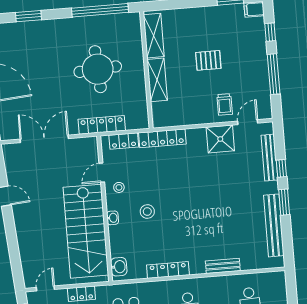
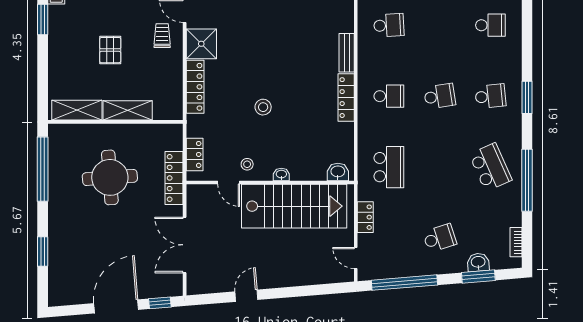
trolley: (225, 104) -> (162, 36), turned -90
locker: (162, 138) -> (195, 87), moved
stool: (147, 212) -> (263, 107), moved
locker: (168, 270) -> (346, 98), moved

